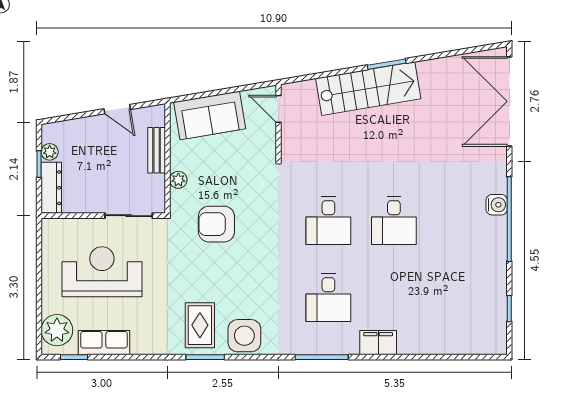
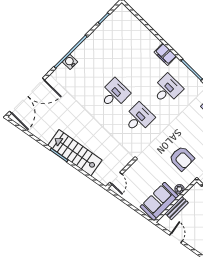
sofa: (210, 115) -> (159, 201), moved, turned -81

